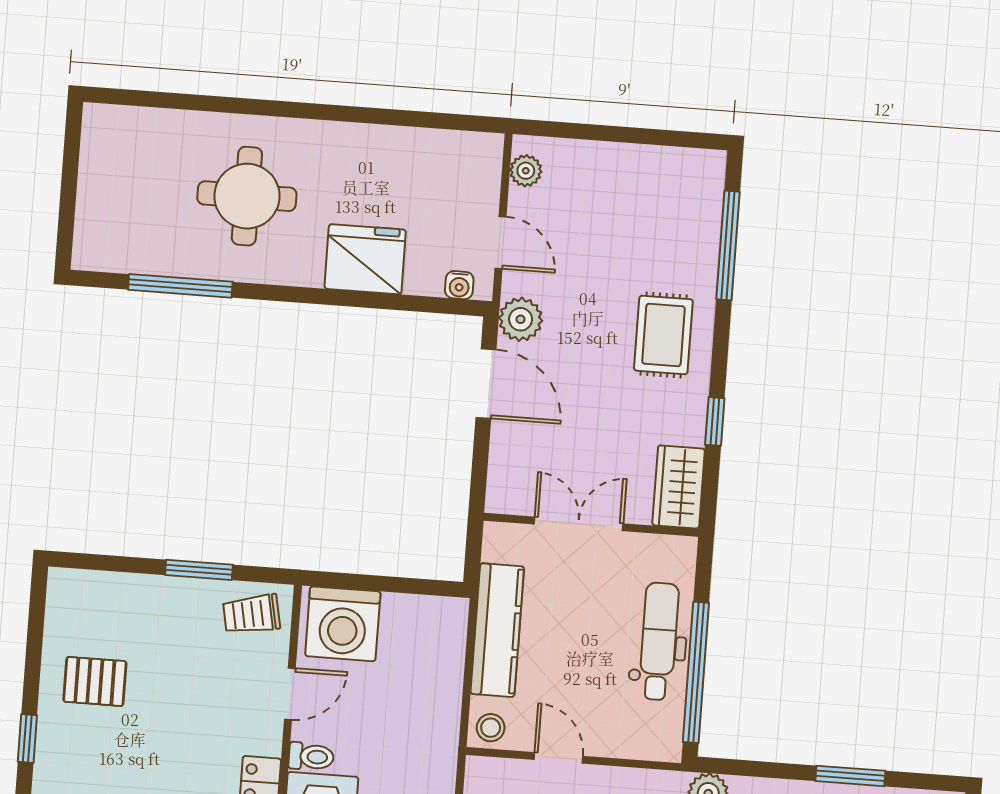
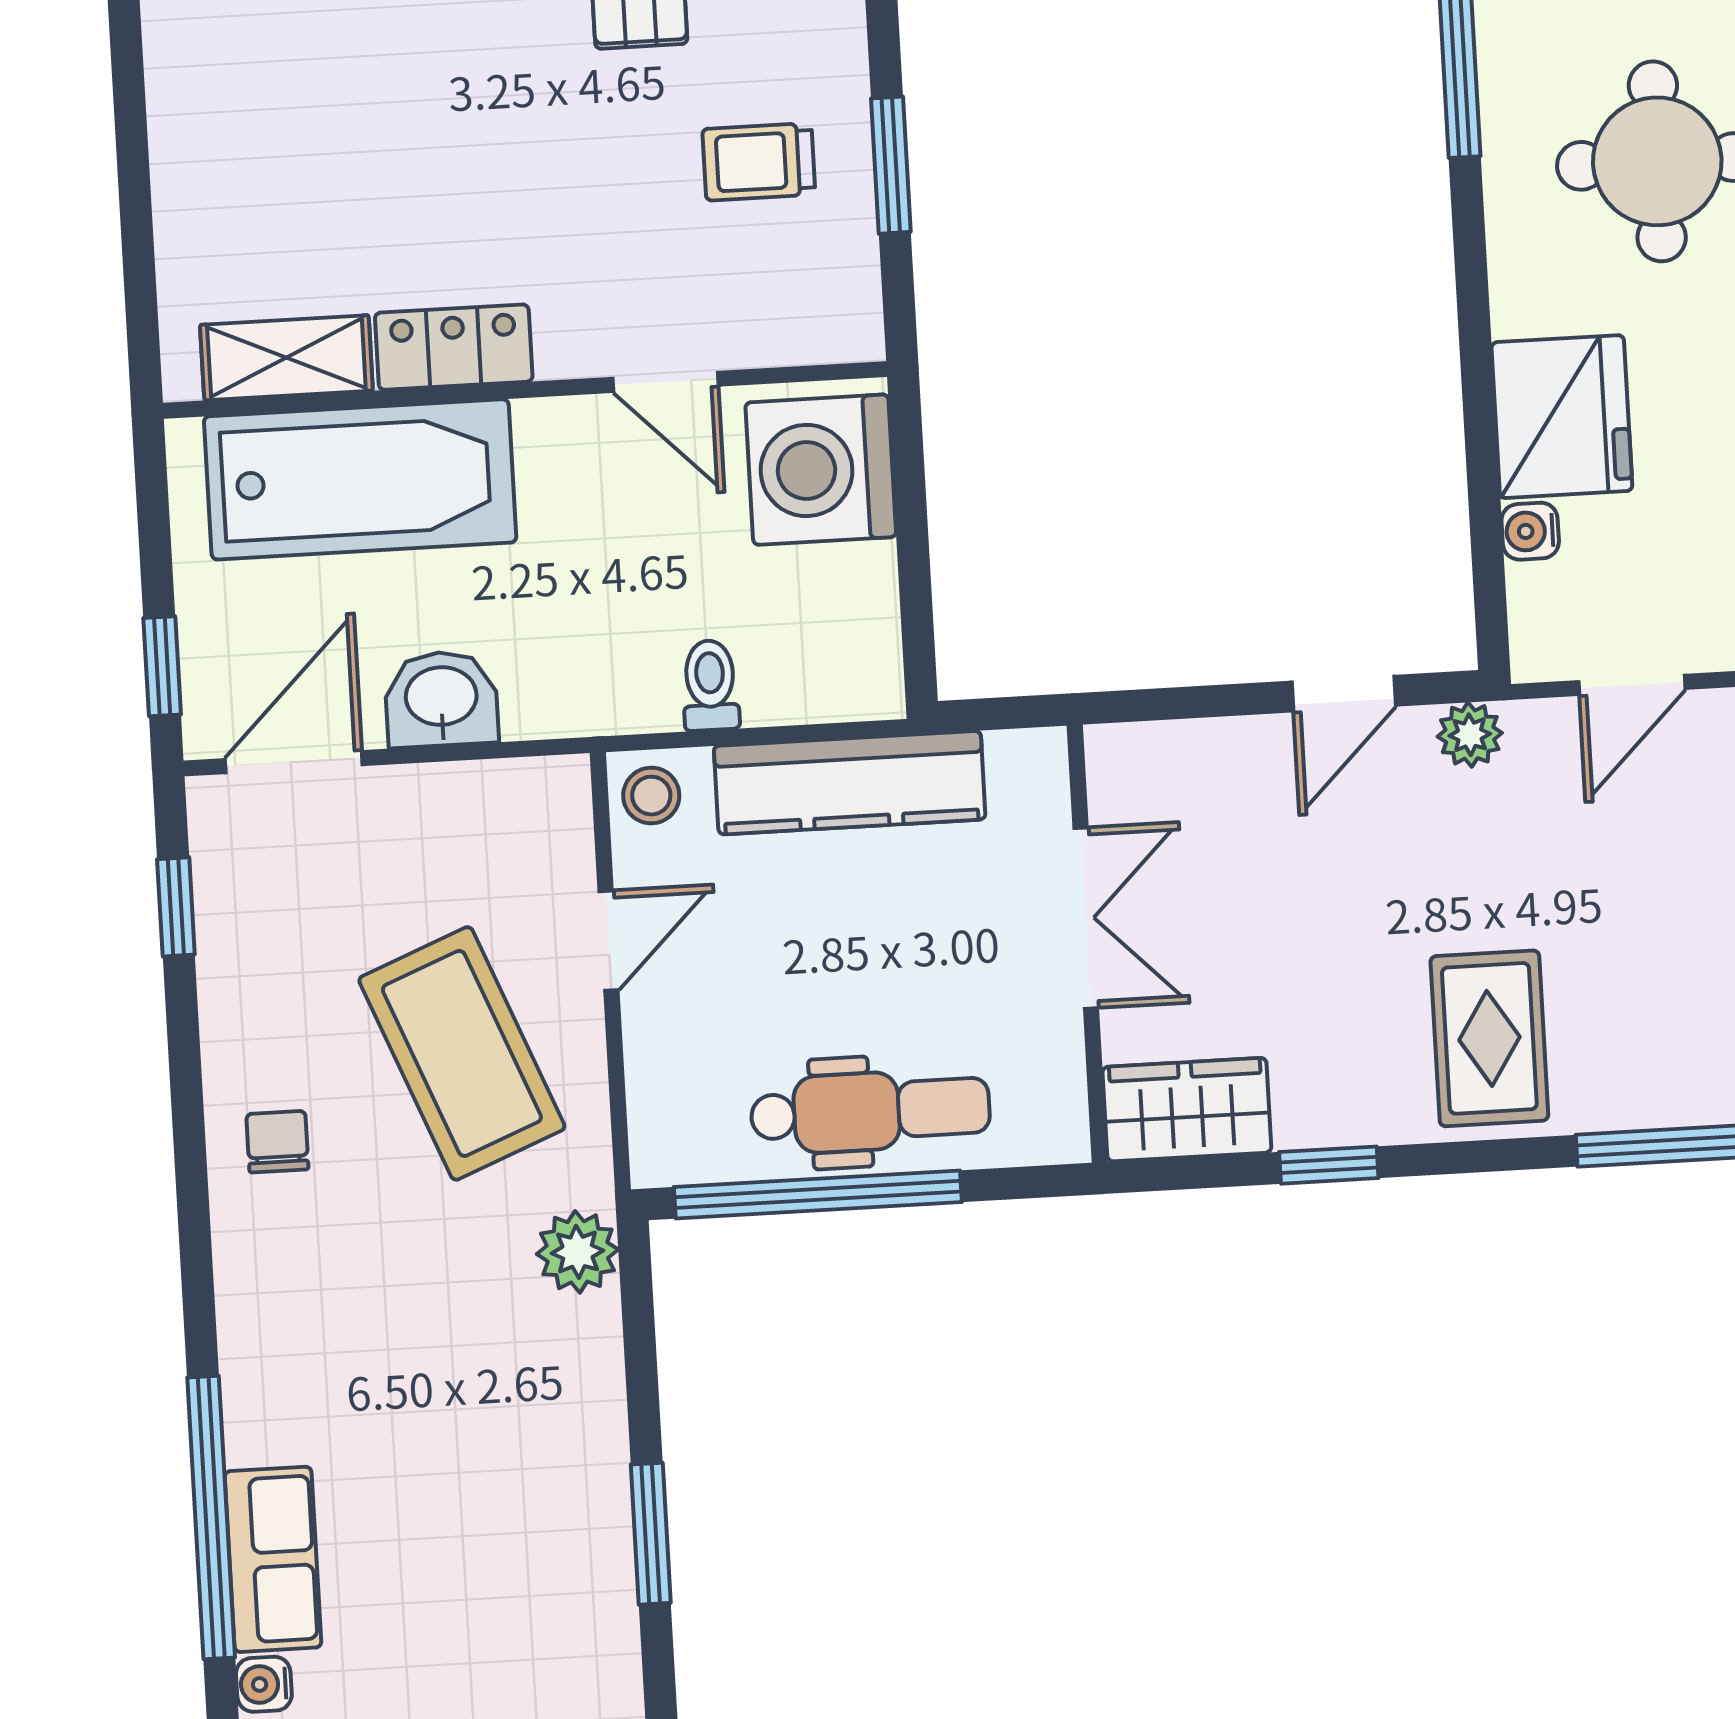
water cooler: (459, 285) -> (1530, 531), moved
plant: (521, 319) -> (1470, 735), width x0.73, depth x0.73
rug: (663, 335) -> (1489, 1038), turned 90
door: (486, 384) -> (1344, 694), width x0.73
trolley: (252, 614) -> (759, 162), moved, turned -79
toilet: (311, 757) -> (710, 685), moved, turned 180

